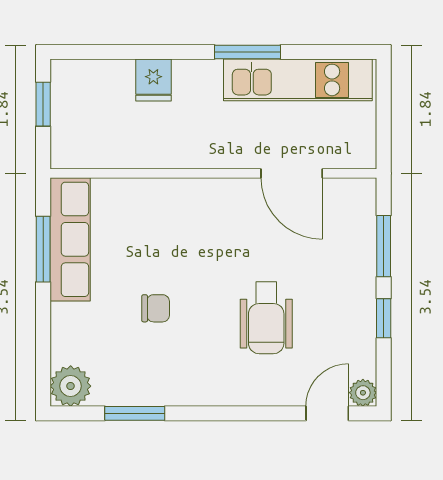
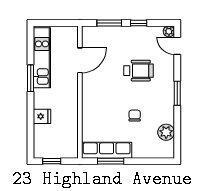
plant: (71, 386) -> (166, 132), moved
window: (135, 413) -> (177, 93), moved

